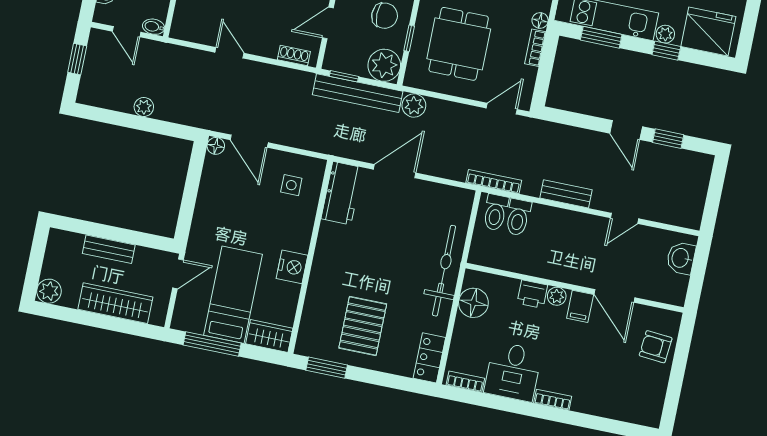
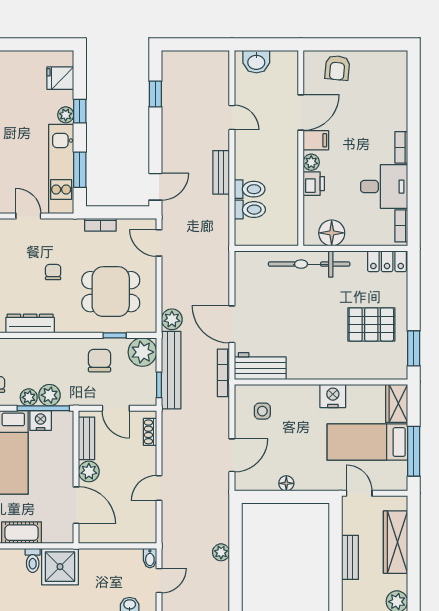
floor lamp: (540, 20) -> (76, 225), removed
fridge: (708, 31) -> (60, 78), width x0.53, depth x0.75
door: (626, 130) -> (155, 187), moved
floor lamp: (216, 146) -> (286, 483), moved
bookcase: (494, 182) -> (223, 373), moved
toilet: (496, 212) -> (250, 189), moved

